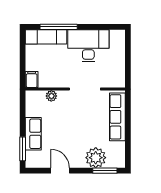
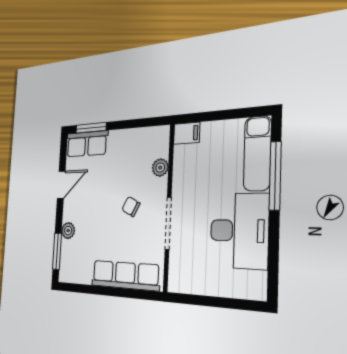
chair: (75, 115) -> (131, 207), added
row of seats: (33, 134) -> (87, 144), moved
plant: (96, 158) -> (68, 231), width x0.53, depth x0.53

